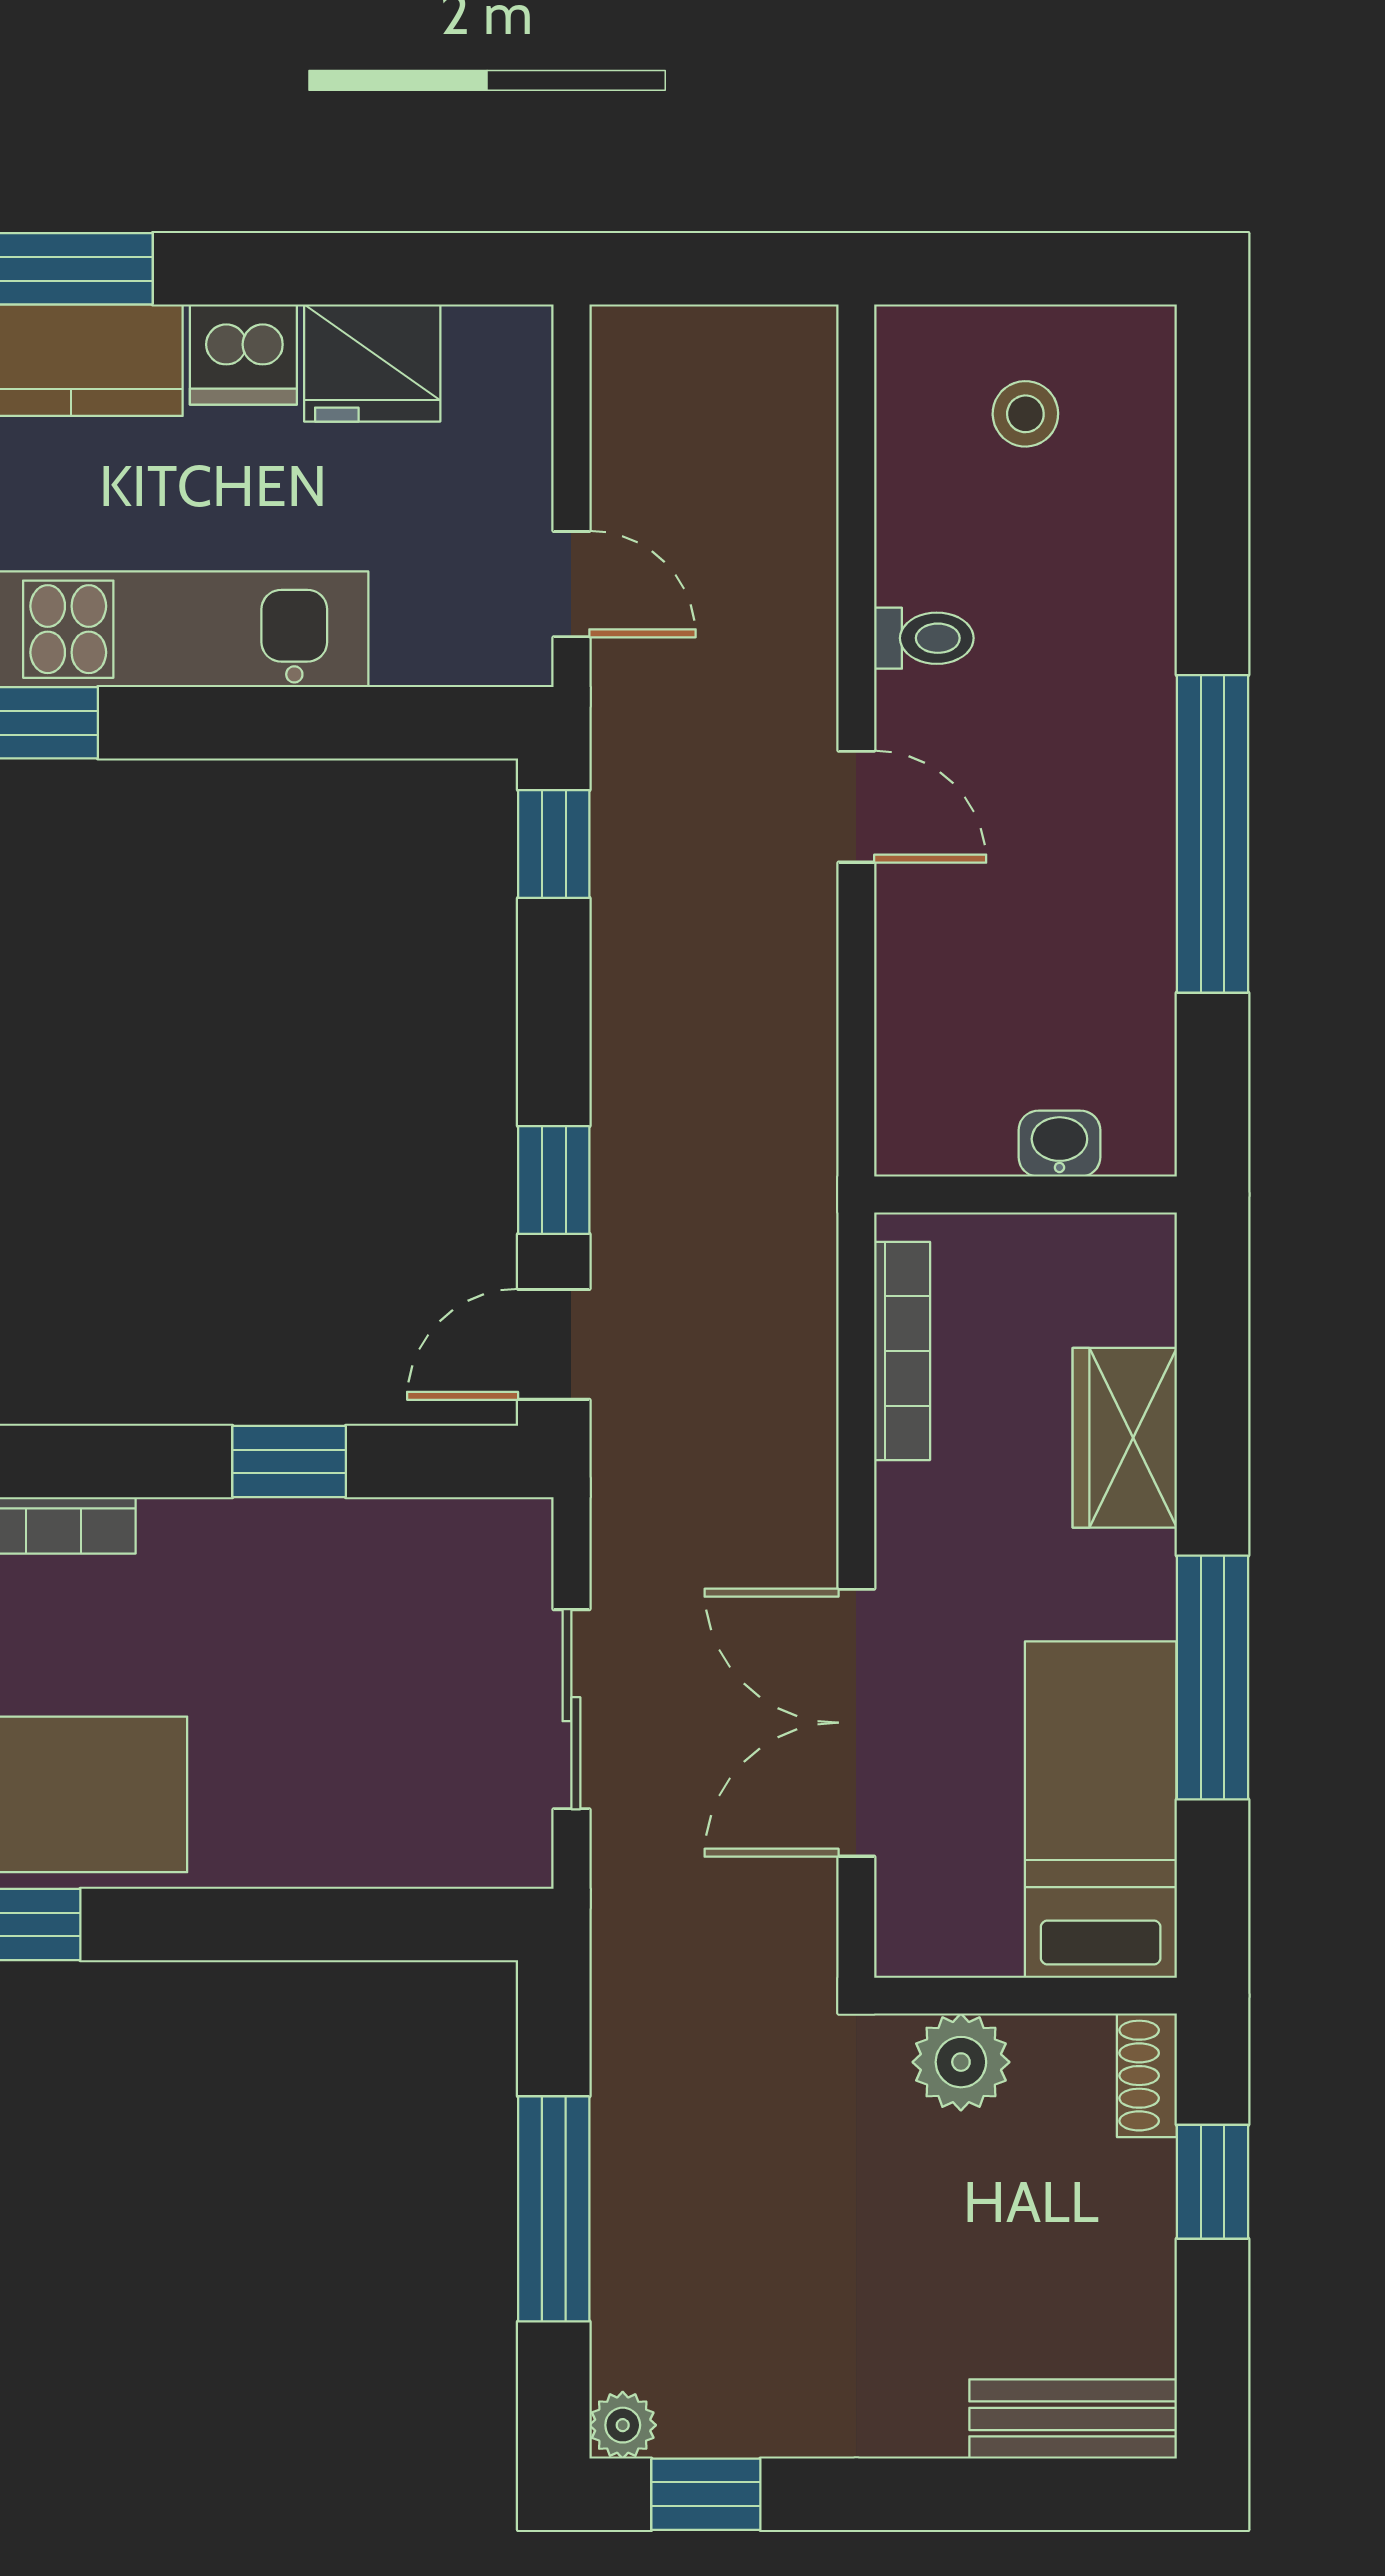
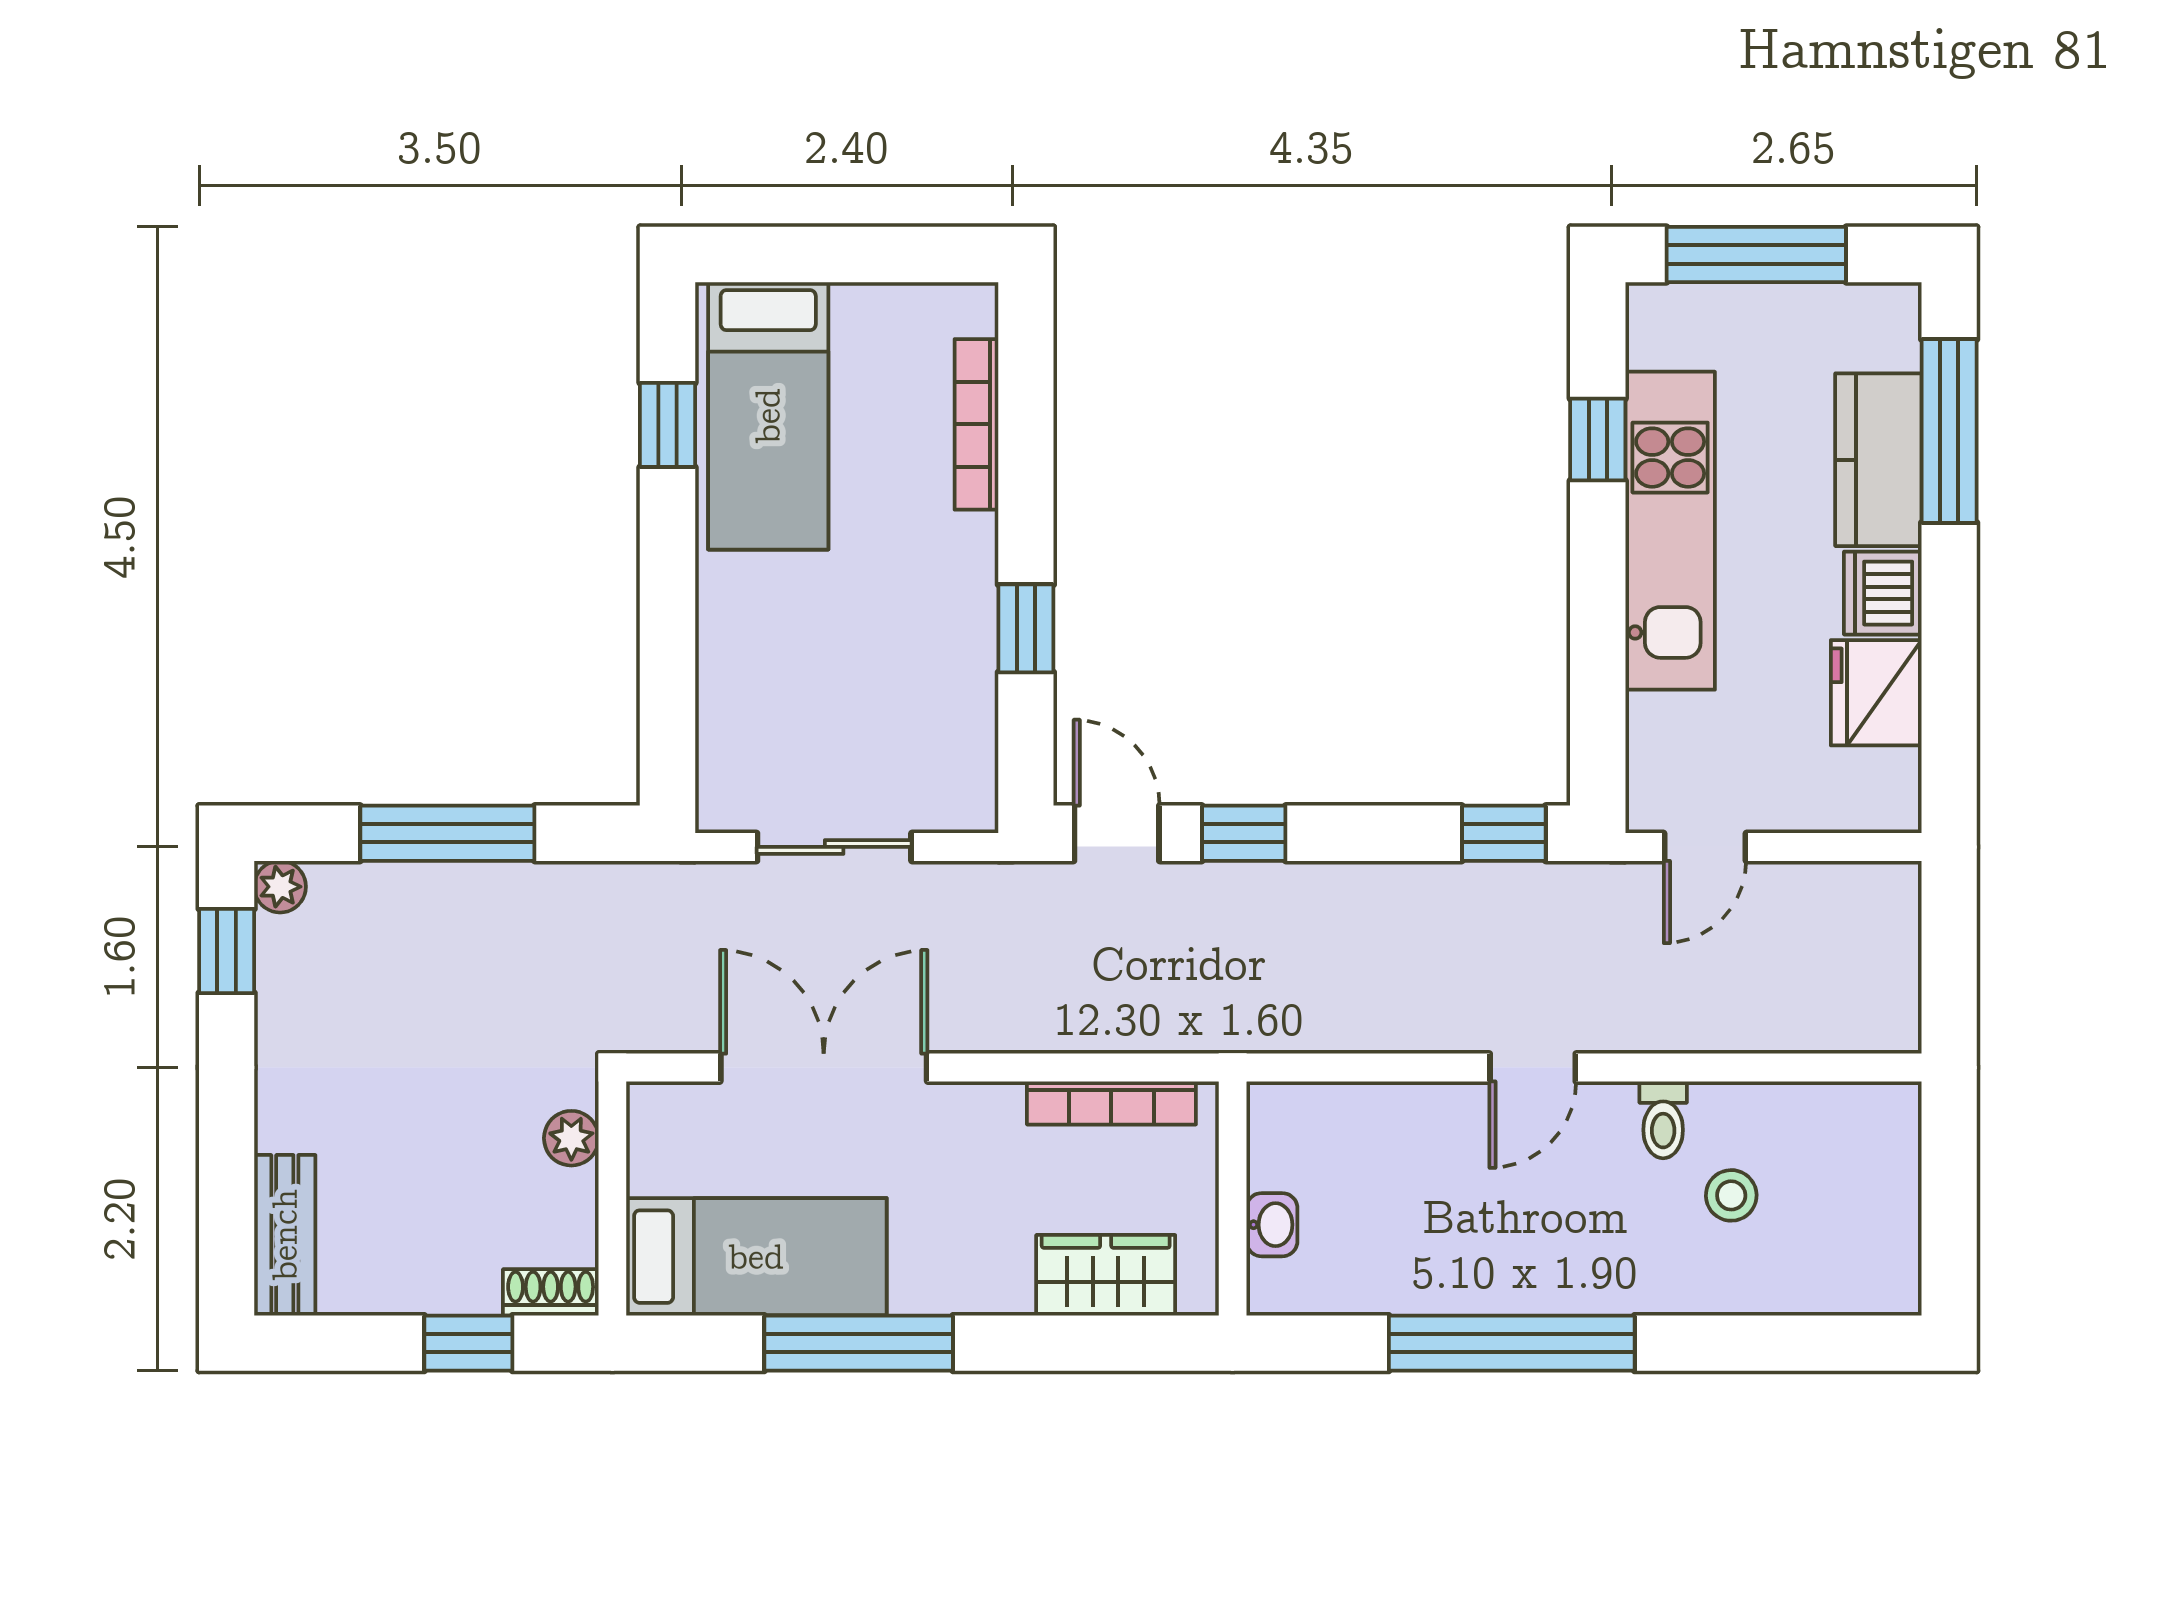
stool: (1025, 414) -> (1731, 1195), moved
wardrobe: (1125, 1438) -> (1106, 1275), moved
plant: (961, 2062) -> (571, 1138), width x0.73, depth x0.73

